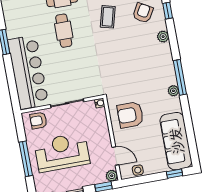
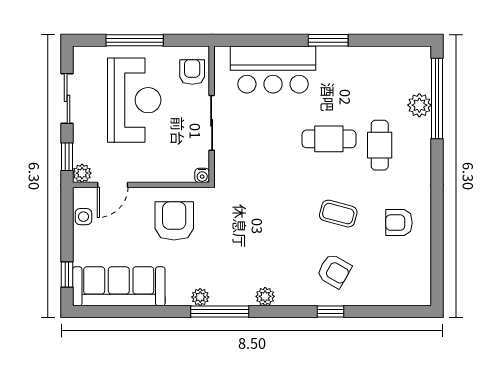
plant: (163, 37) -> (265, 296), moved
bar counter: (28, 72) -> (273, 69), width x0.73

